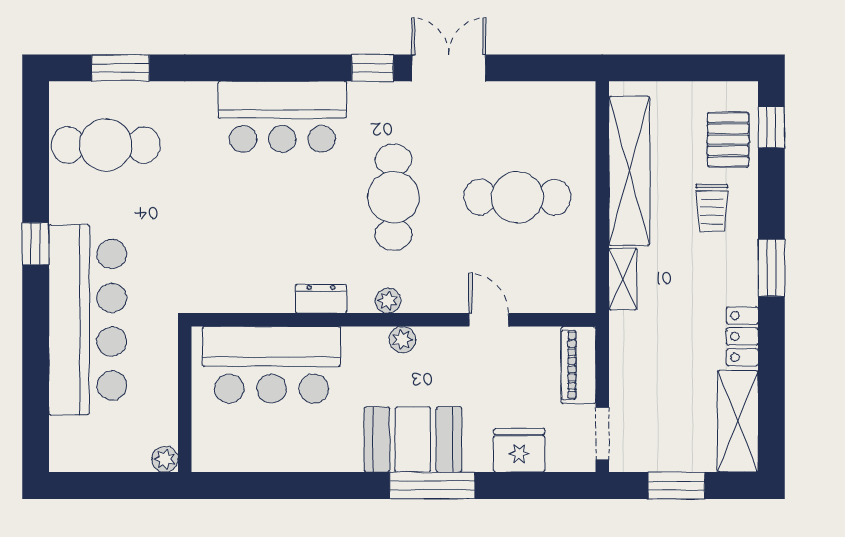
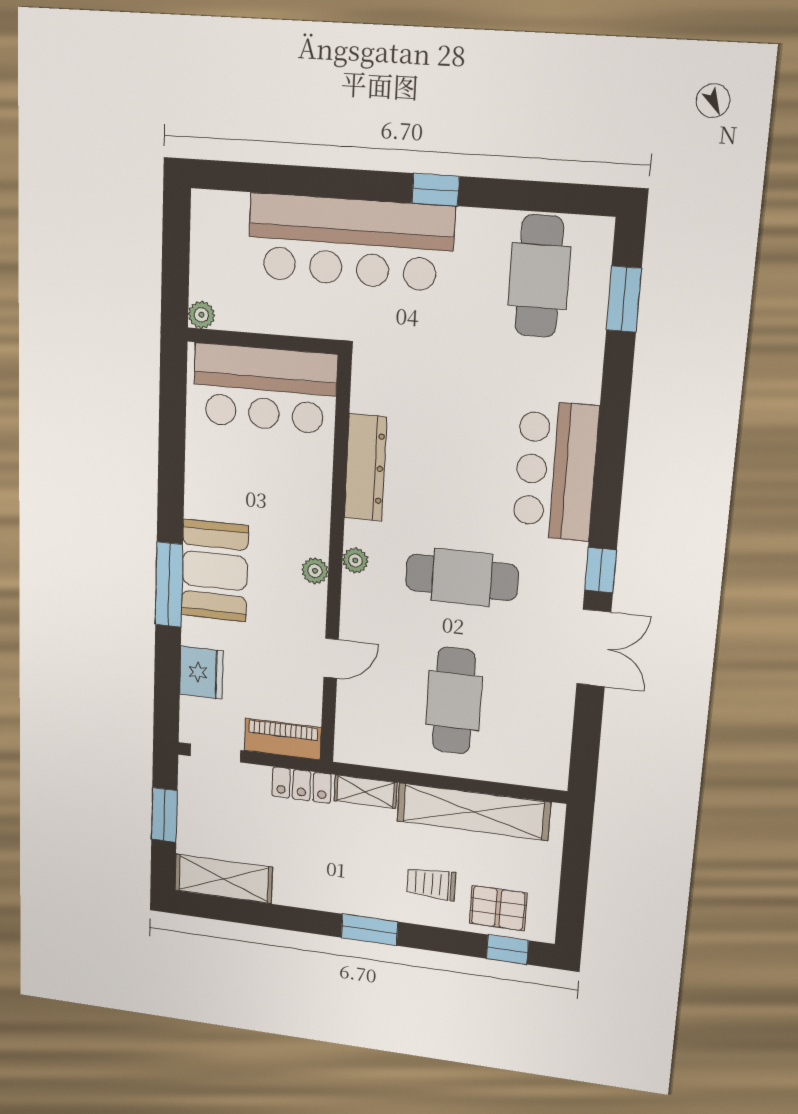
dresser: (321, 299) -> (365, 467), width x1.96, depth x1.24
locker: (742, 336) -> (302, 785), moved, turned 180
bar counter: (271, 365) -> (265, 389), moved, turned -90

